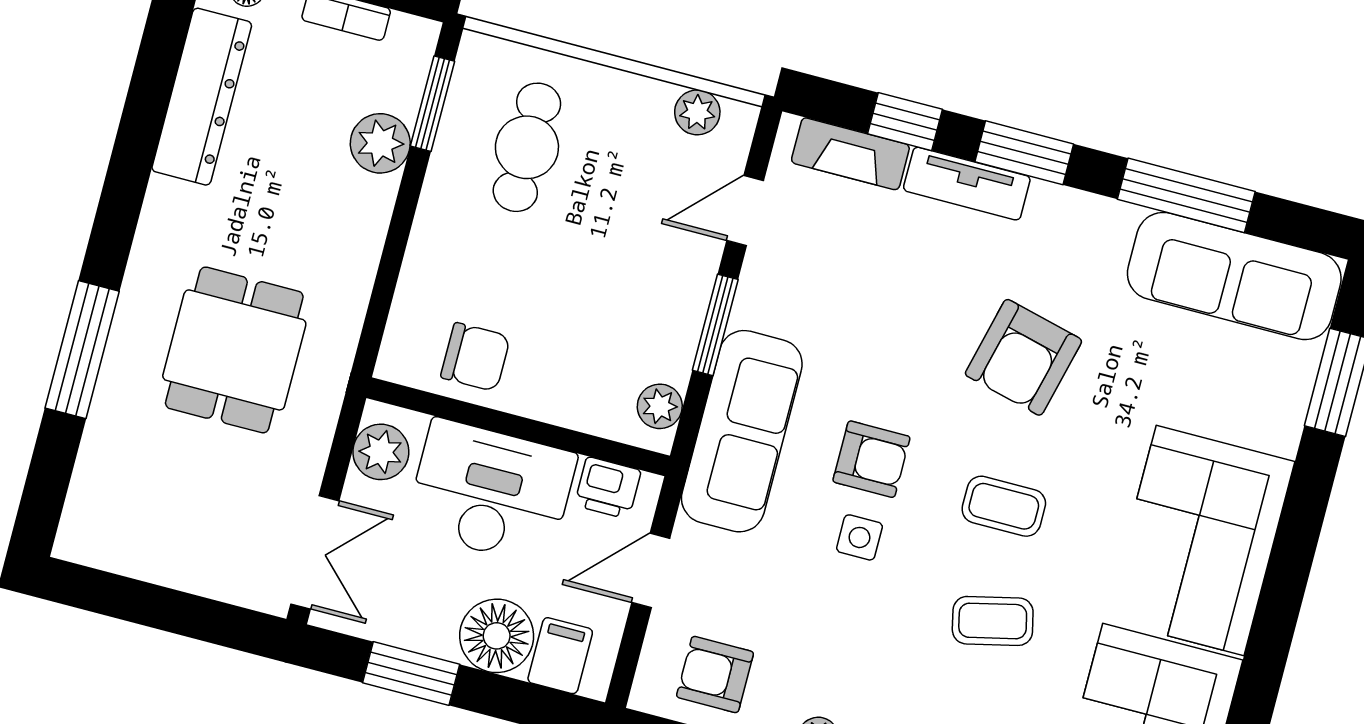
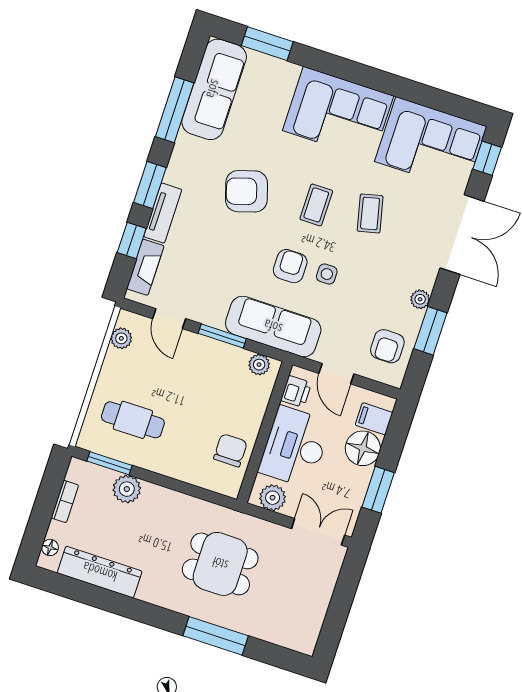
armchair: (1023, 357) -> (246, 191), turned 149

